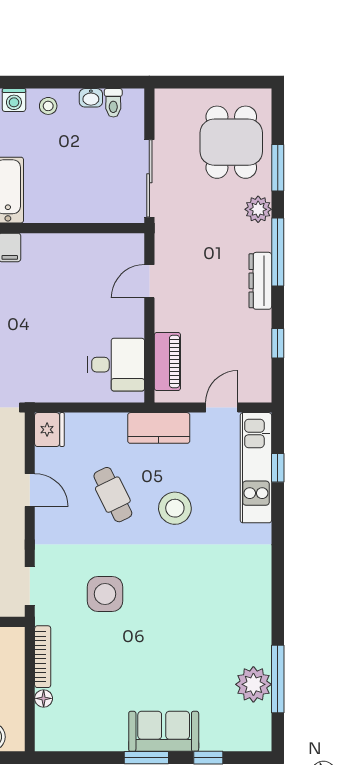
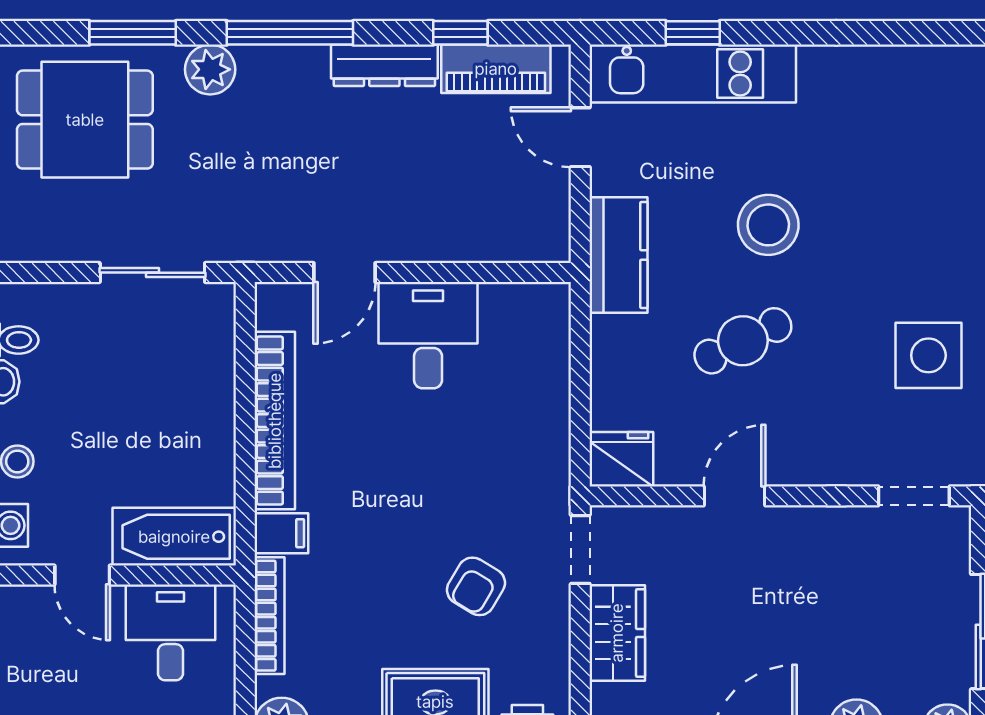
sliding door: (149, 178) -> (152, 273), width x0.73
bookcase: (70, 244) -> (275, 421), added
door: (149, 281) -> (344, 273), hinge flipped
dresser: (260, 281) -> (384, 65), moved
piano: (167, 362) -> (496, 69), moved, turned 180
desk: (116, 365) -> (428, 335), moved

